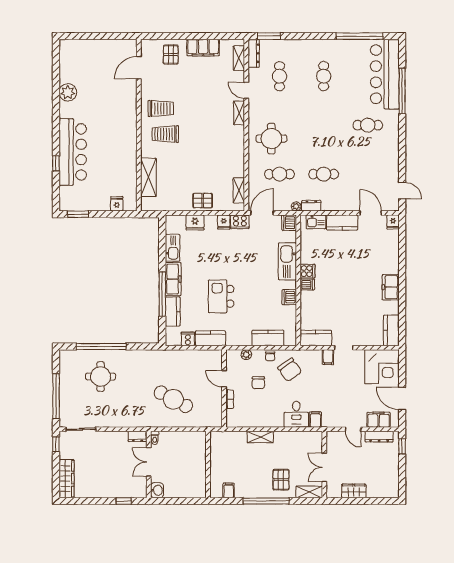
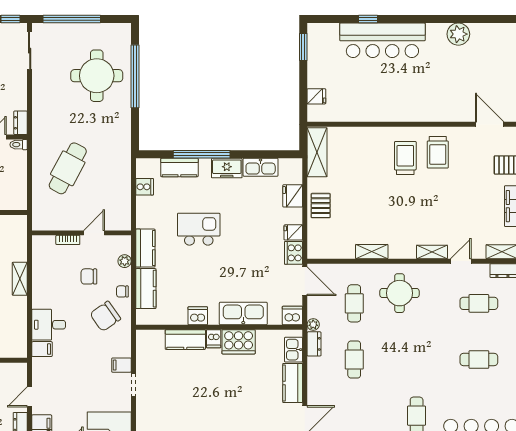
shelving: (148, 177) -> (317, 152), moved, turned 90
shelving: (239, 190) -> (372, 252), moved
cooker: (307, 271) -> (239, 342), width x1.87, depth x1.31
freezer: (173, 279) -> (227, 168), width x0.71
kitchen counter: (210, 338) -> (145, 248), moved
kitchen counter: (316, 338) -> (185, 340), moved, turned 90
round table: (101, 377) -> (97, 76), width x1.36, depth x1.36

